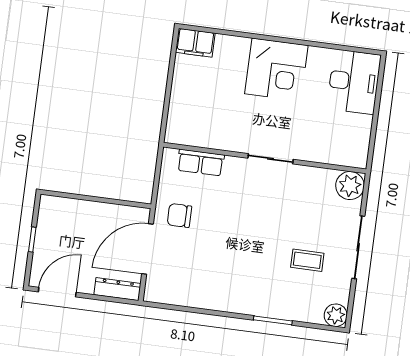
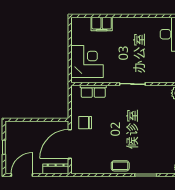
filing cabinet: (195, 43) -> (102, 24), moved
corner desk: (276, 70) -> (87, 61), moved, turned -90
coffee table: (307, 260) -> (120, 166), moved

